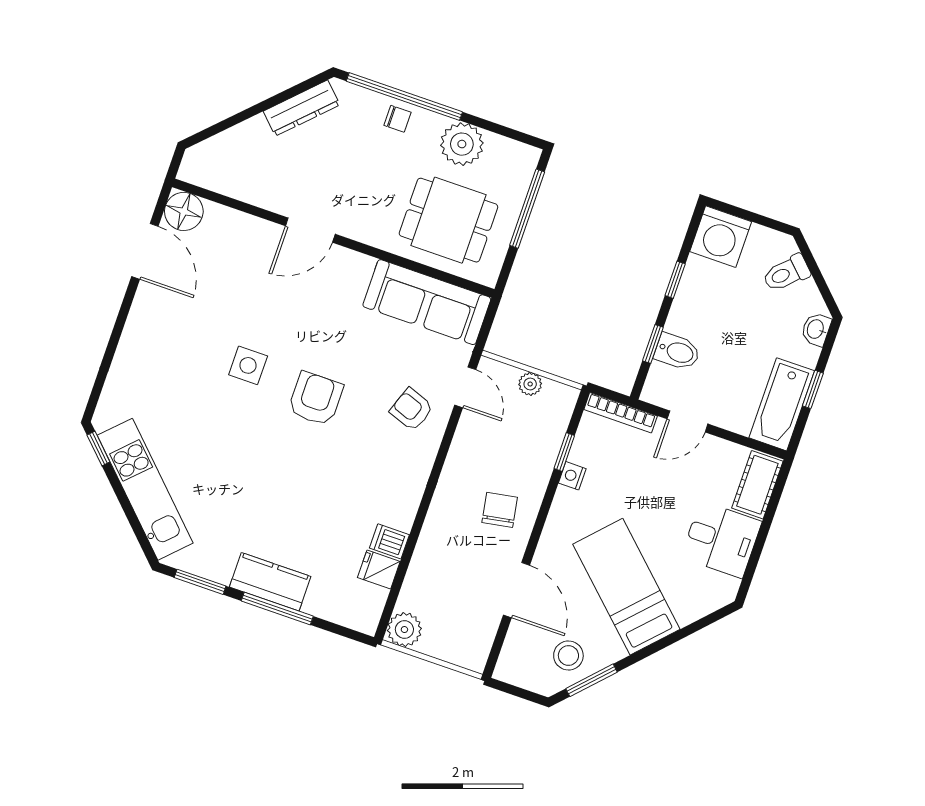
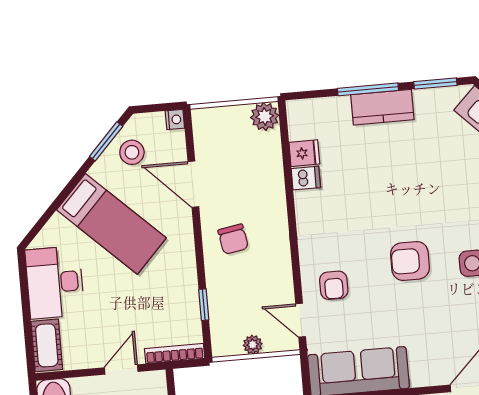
armchair: (316, 399) -> (410, 261), turned 90
armchair: (412, 409) -> (334, 285), turned 70
nightstand: (572, 476) -> (175, 120), moved
desk: (721, 539) -> (55, 282), width x1.37

